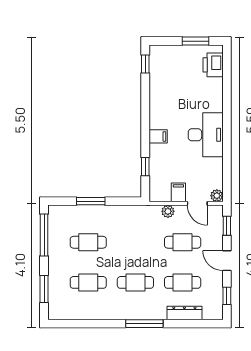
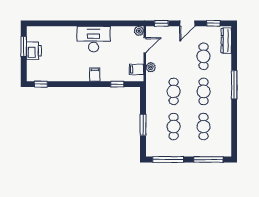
printer: (213, 65) -> (34, 51), moved, turned -90
filing cabinet: (178, 192) -> (137, 69), moved
cafe table: (183, 242) -> (174, 91), moved
window: (44, 289) -> (208, 159), width x1.44
dresser: (184, 313) -> (226, 41), moved

